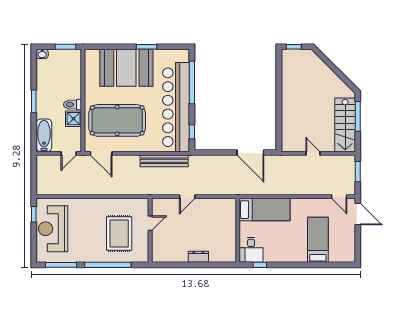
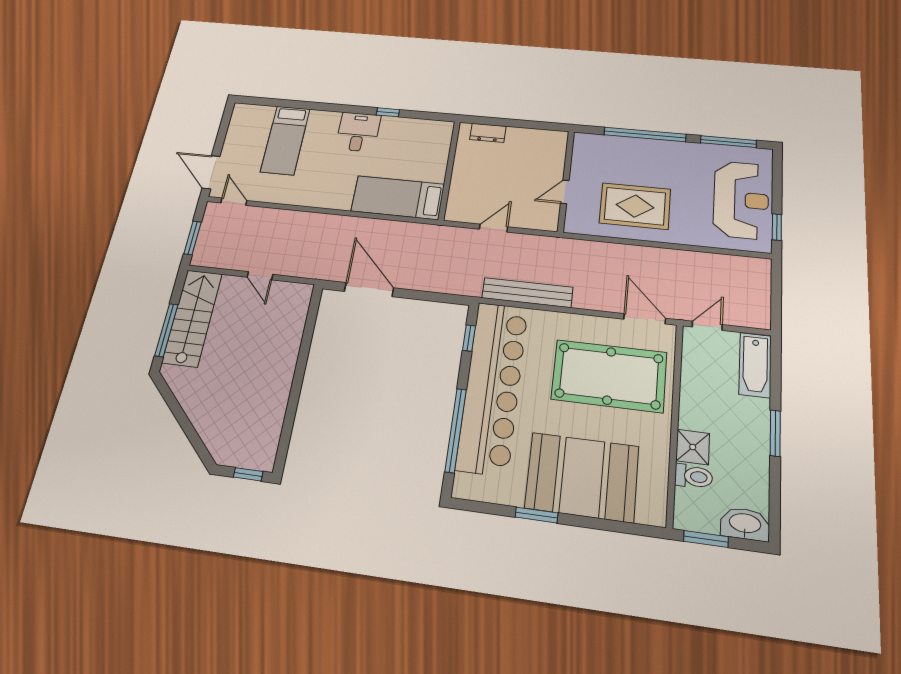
washbasin: (42, 54) -> (745, 524), width x1.91, depth x1.45
toilet: (72, 104) -> (694, 476), moved
shower: (74, 119) -> (693, 447), moved
bed: (265, 210) -> (398, 198), moved
wall: (238, 230) -> (449, 170), moved
rug: (119, 234) -> (635, 206), moved, turned 90
desk: (251, 250) -> (358, 132), moved

